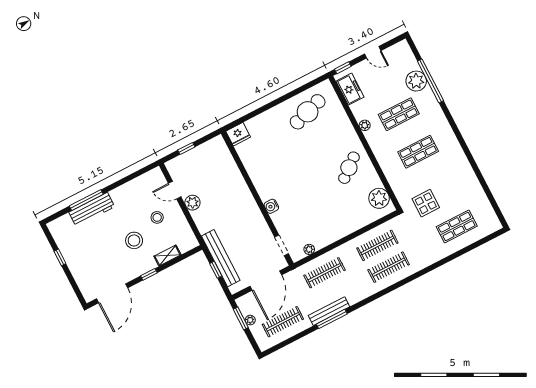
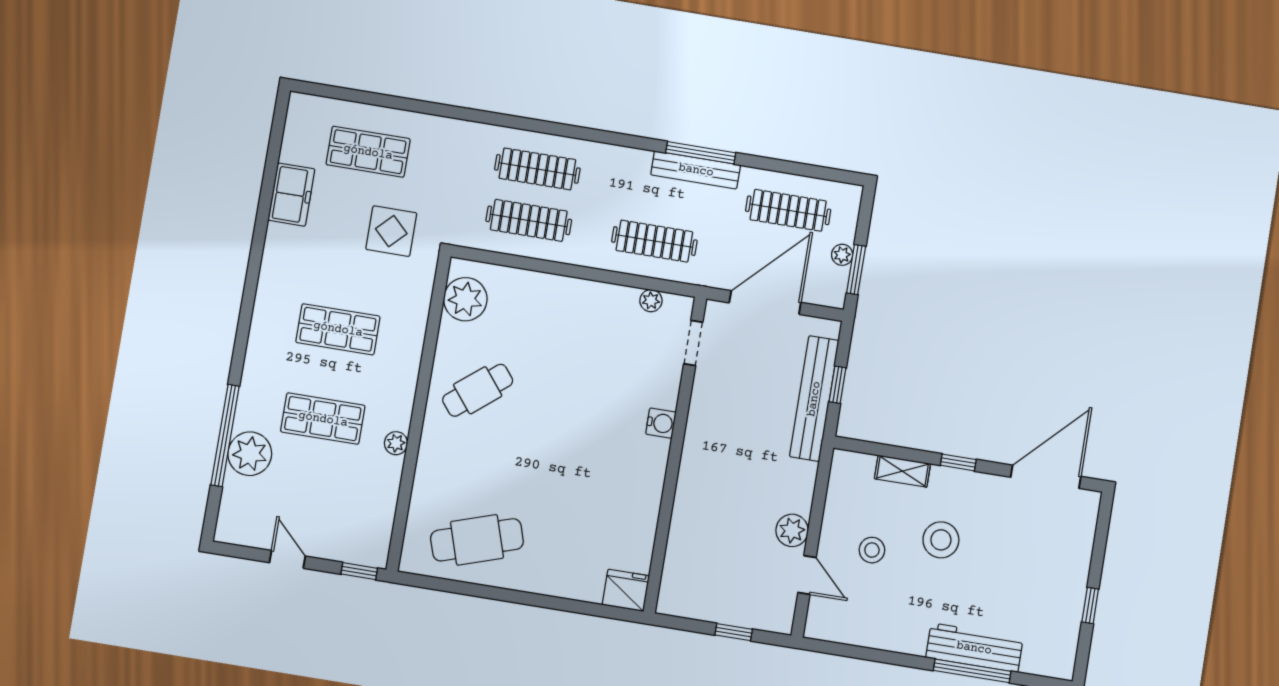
freezer: (350, 89) -> (291, 195), moved, turned 180

